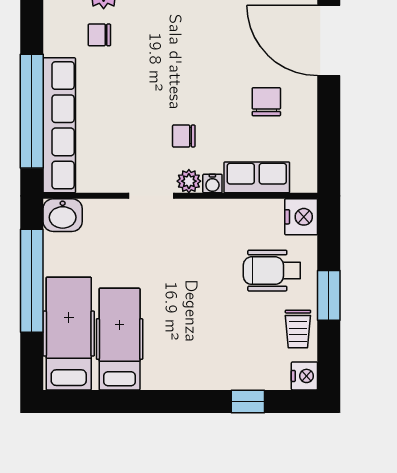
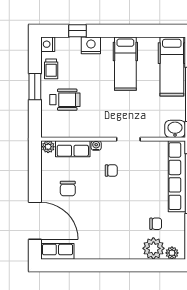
plant: (189, 181) -> (48, 147), moved
nightstand: (301, 217) -> (91, 45), moved, turned 90
trolley: (298, 329) -> (51, 69), turned 180
hospital bed: (120, 339) -> (125, 64), moved

